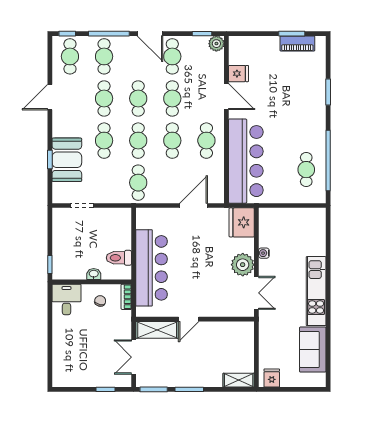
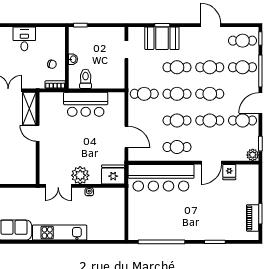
cafe table: (306, 170) -> (154, 225), removed
bar counter: (152, 268) -> (86, 104), width x0.73
desk: (66, 299) -> (24, 39), moved, turned -90

